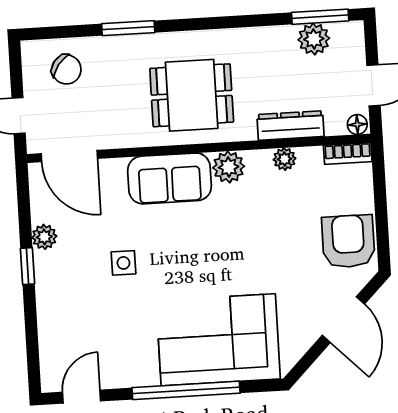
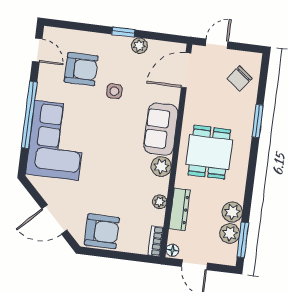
plant: (279, 41) -> (232, 212), added
armchair: (98, 322) -> (81, 69), added

